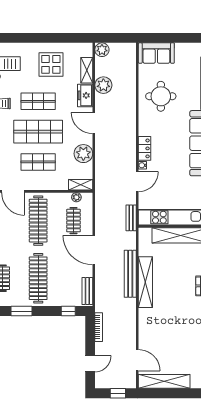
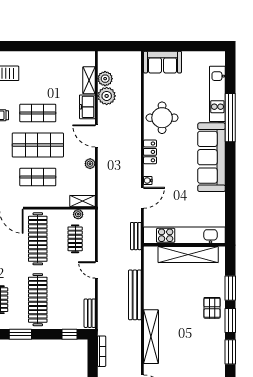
plant: (102, 50) -> (105, 79), moved
display table: (51, 64) -> (51, 74), removed
round table: (161, 96) -> (162, 118), moved
locker: (145, 148) -> (150, 152), moved
plant: (83, 154) -> (90, 164), width x0.53, depth x0.53
door: (94, 250) -> (96, 270), width x0.53
shelving: (145, 282) -> (151, 337), moved

